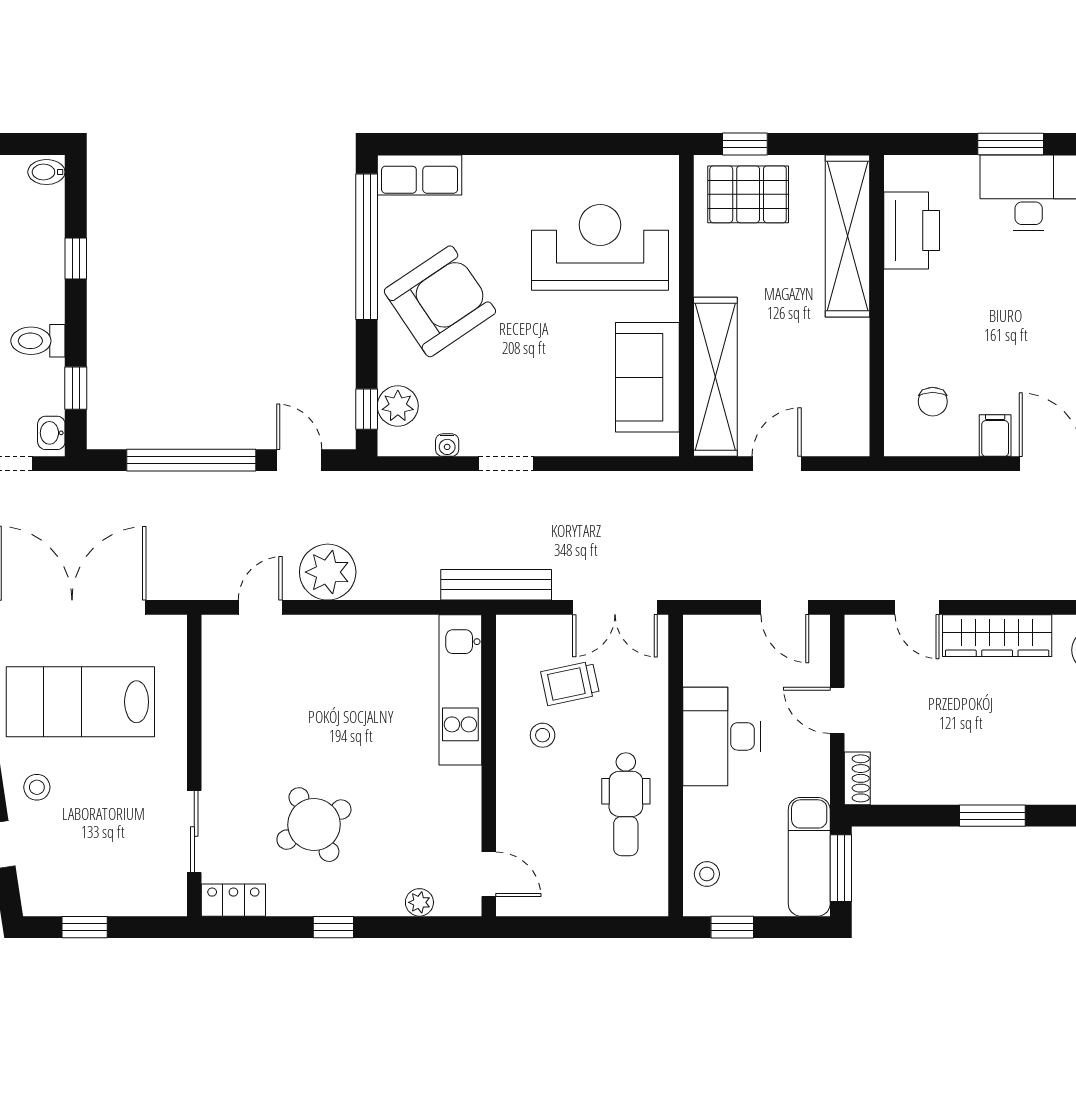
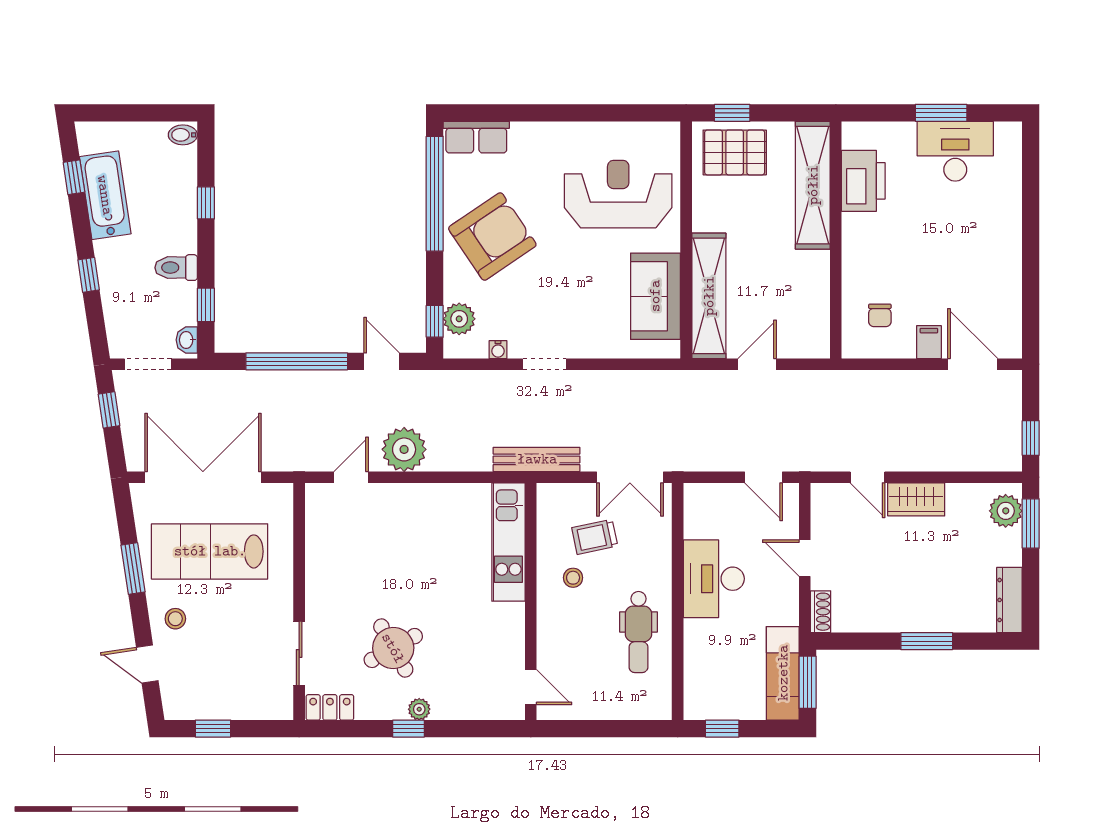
wardrobe: (997, 636) -> (916, 499), width x0.67
stool: (707, 874) -> (702, 687), removed
plant: (419, 902) -> (419, 709), moved

